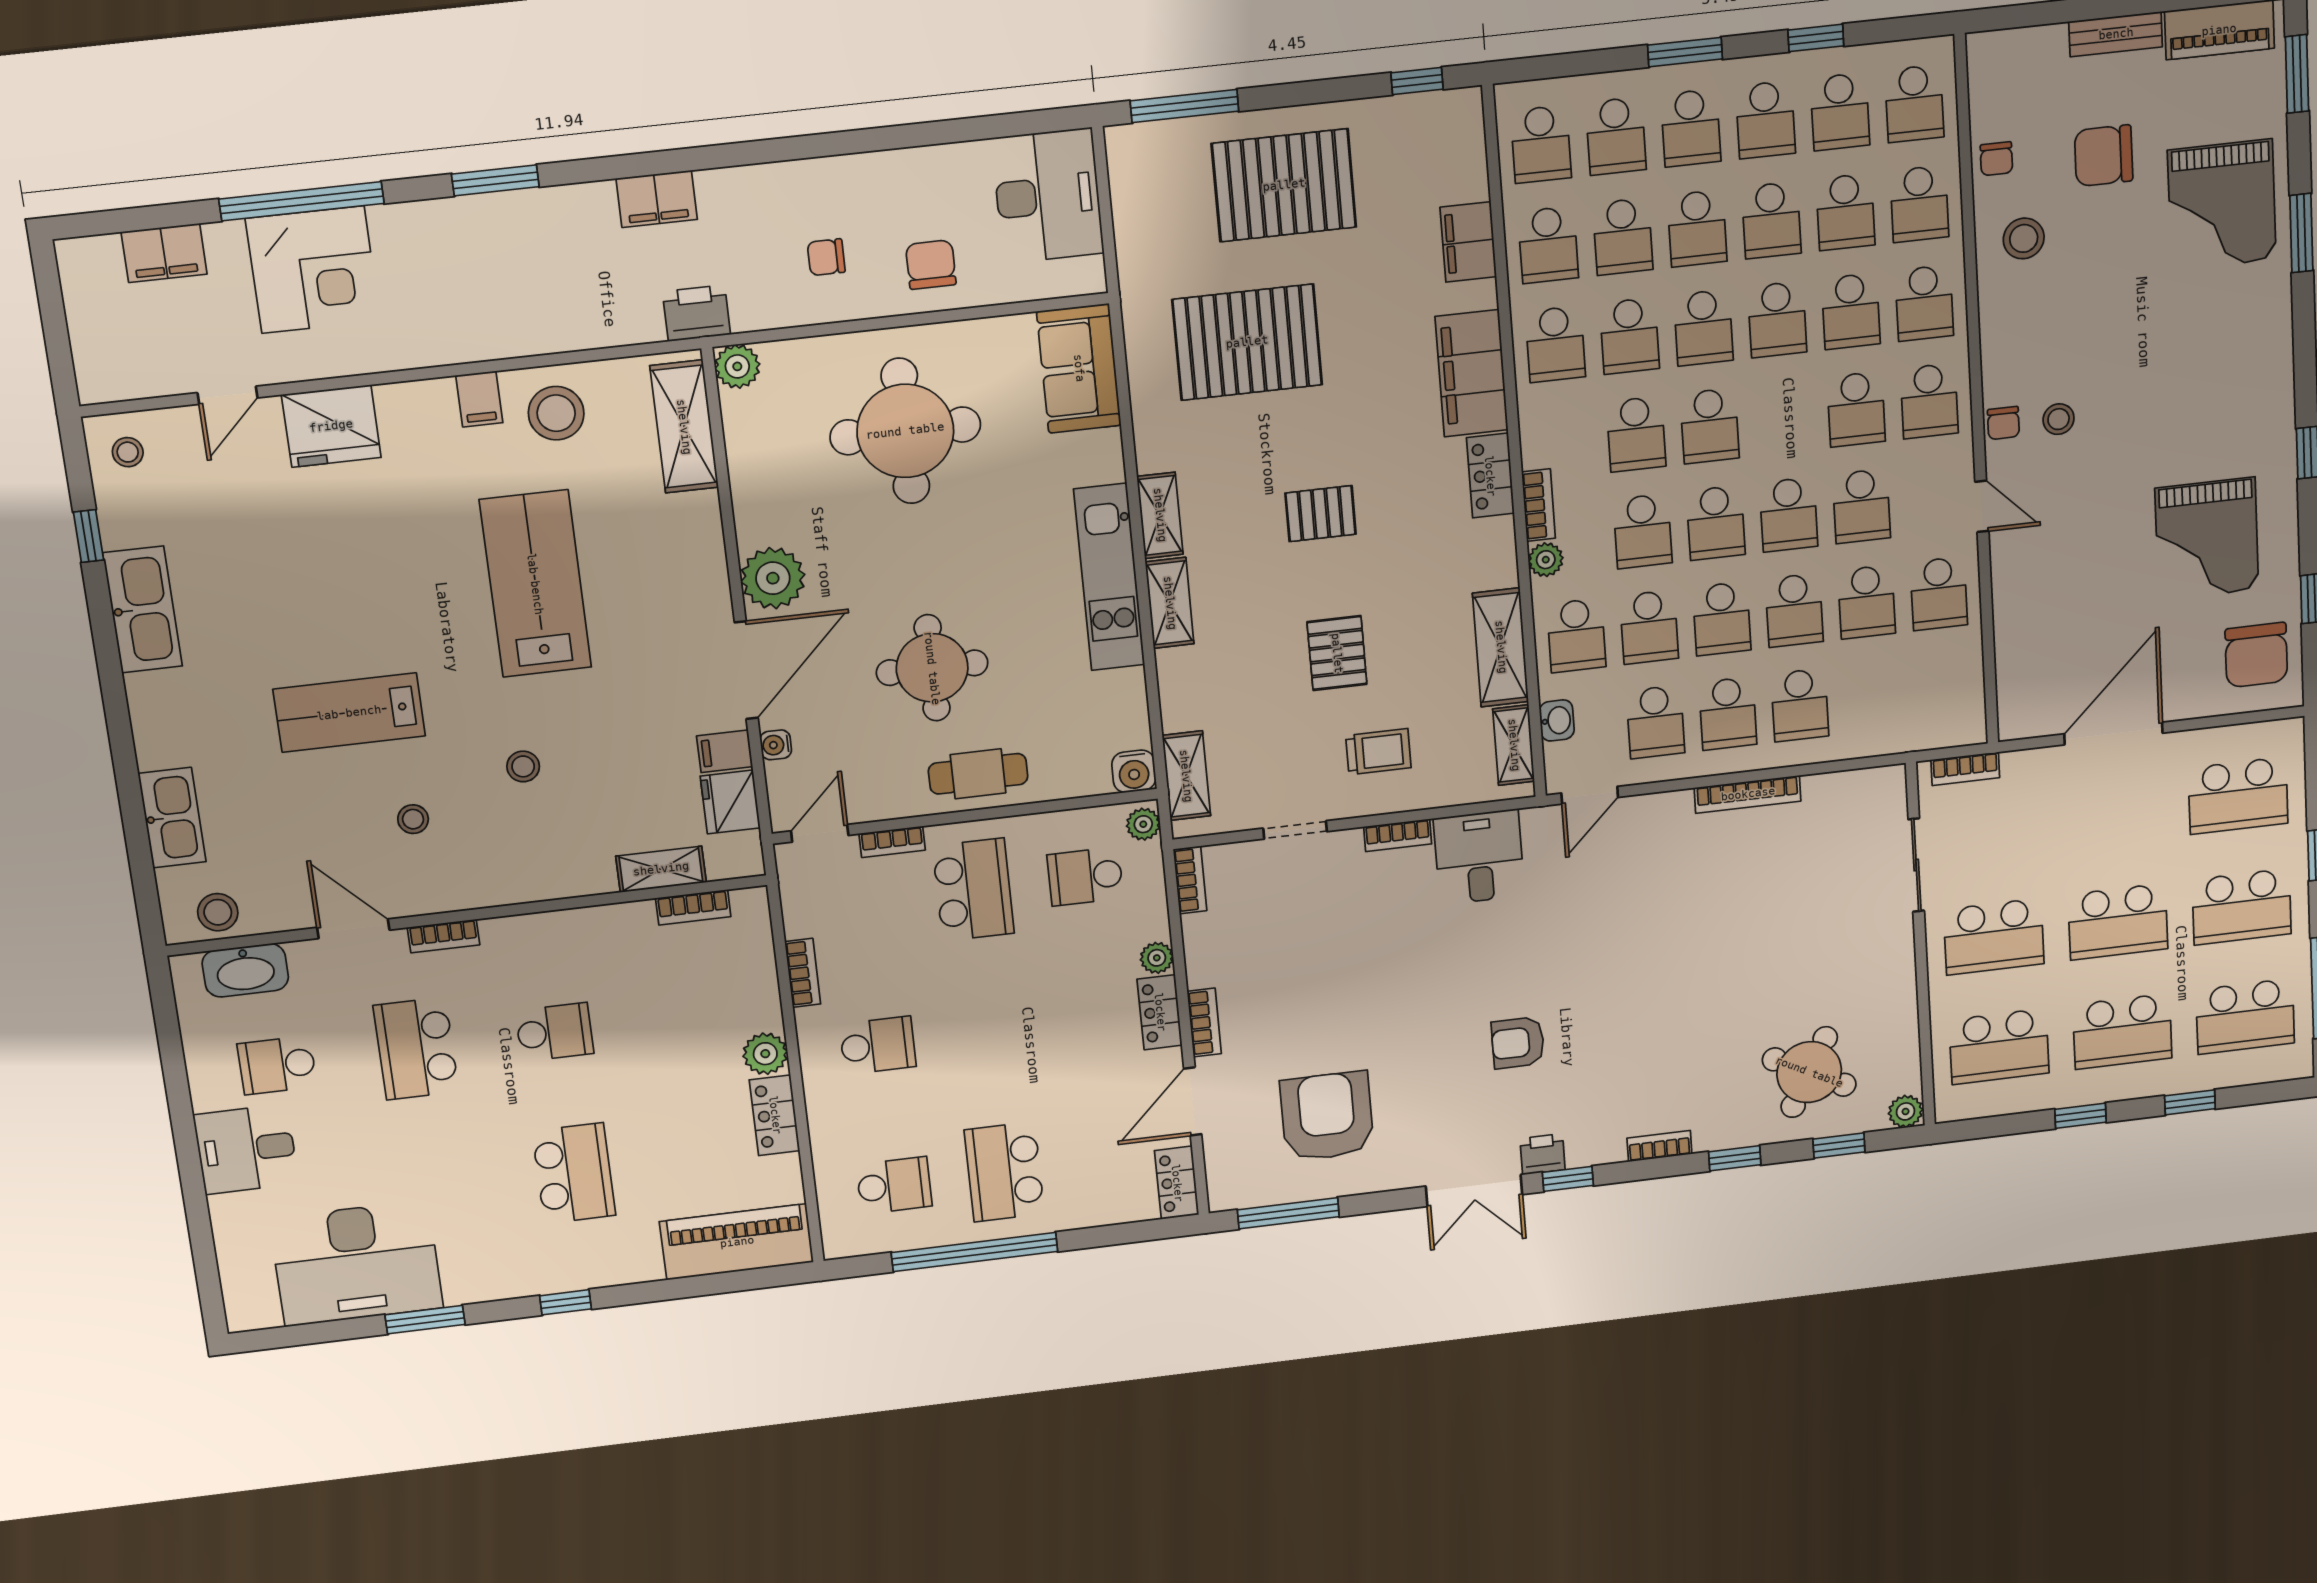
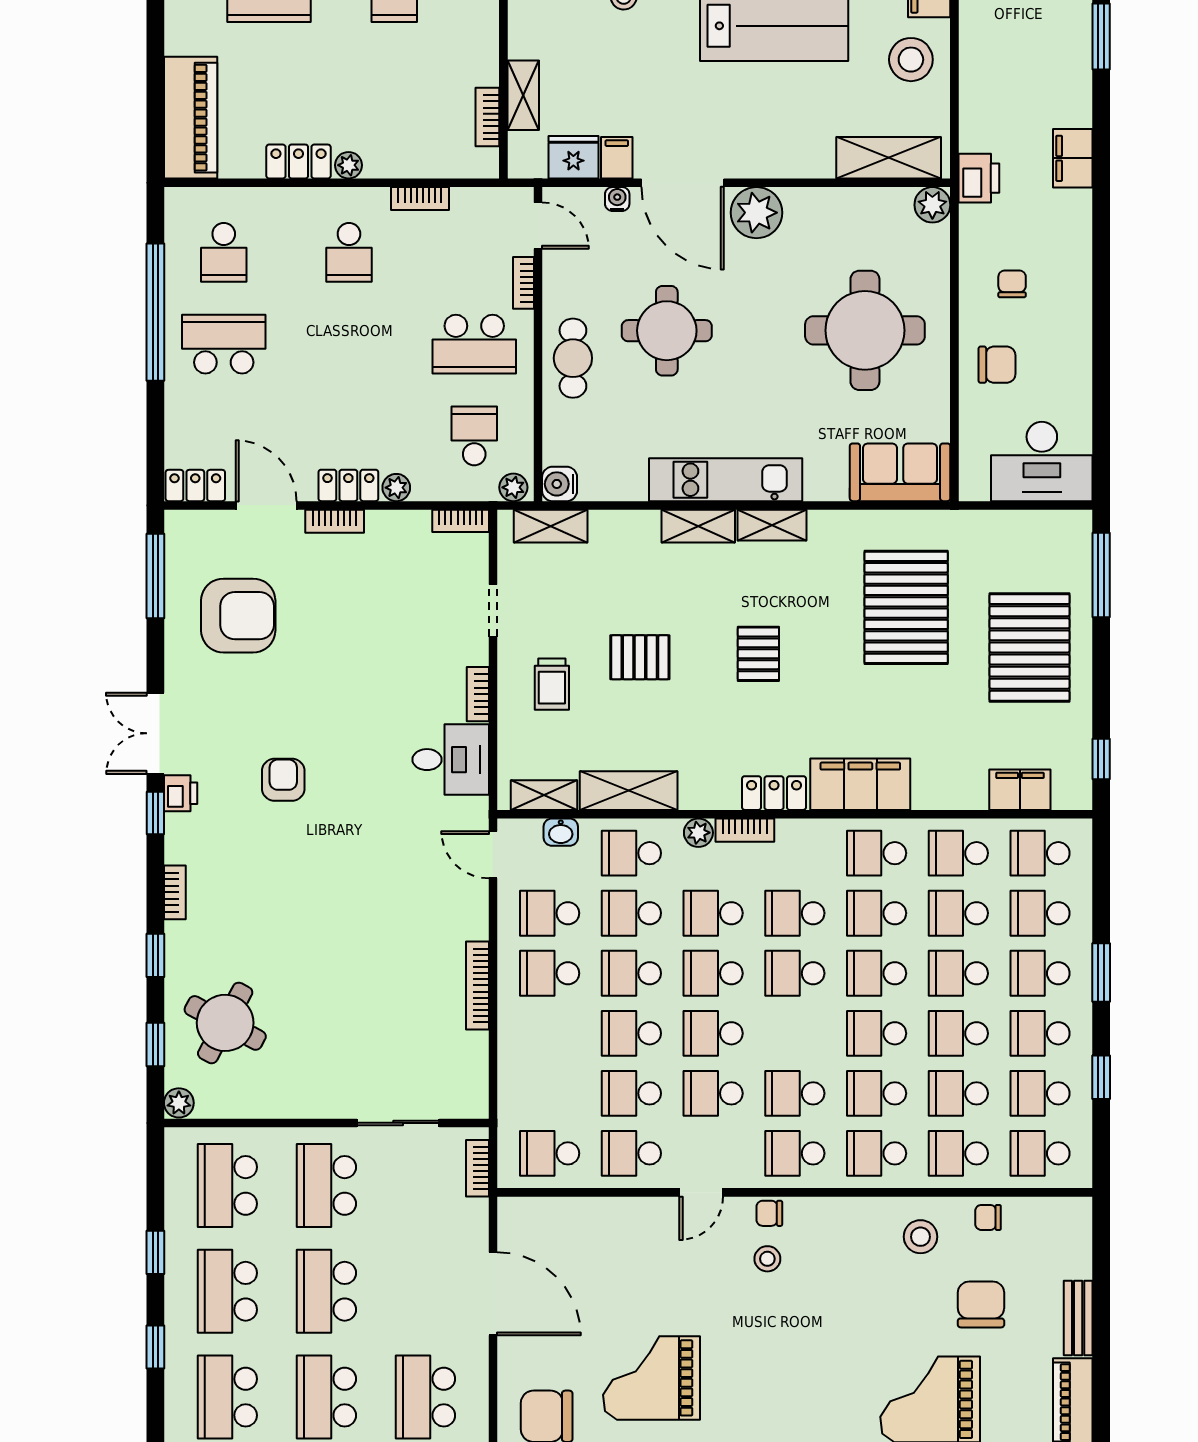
filing cabinet: (1468, 242) -> (1020, 790), moved
school desk: (1800, 705) -> (550, 1153), moved
plant: (765, 1054) -> (349, 165), width x0.73, depth x0.73

